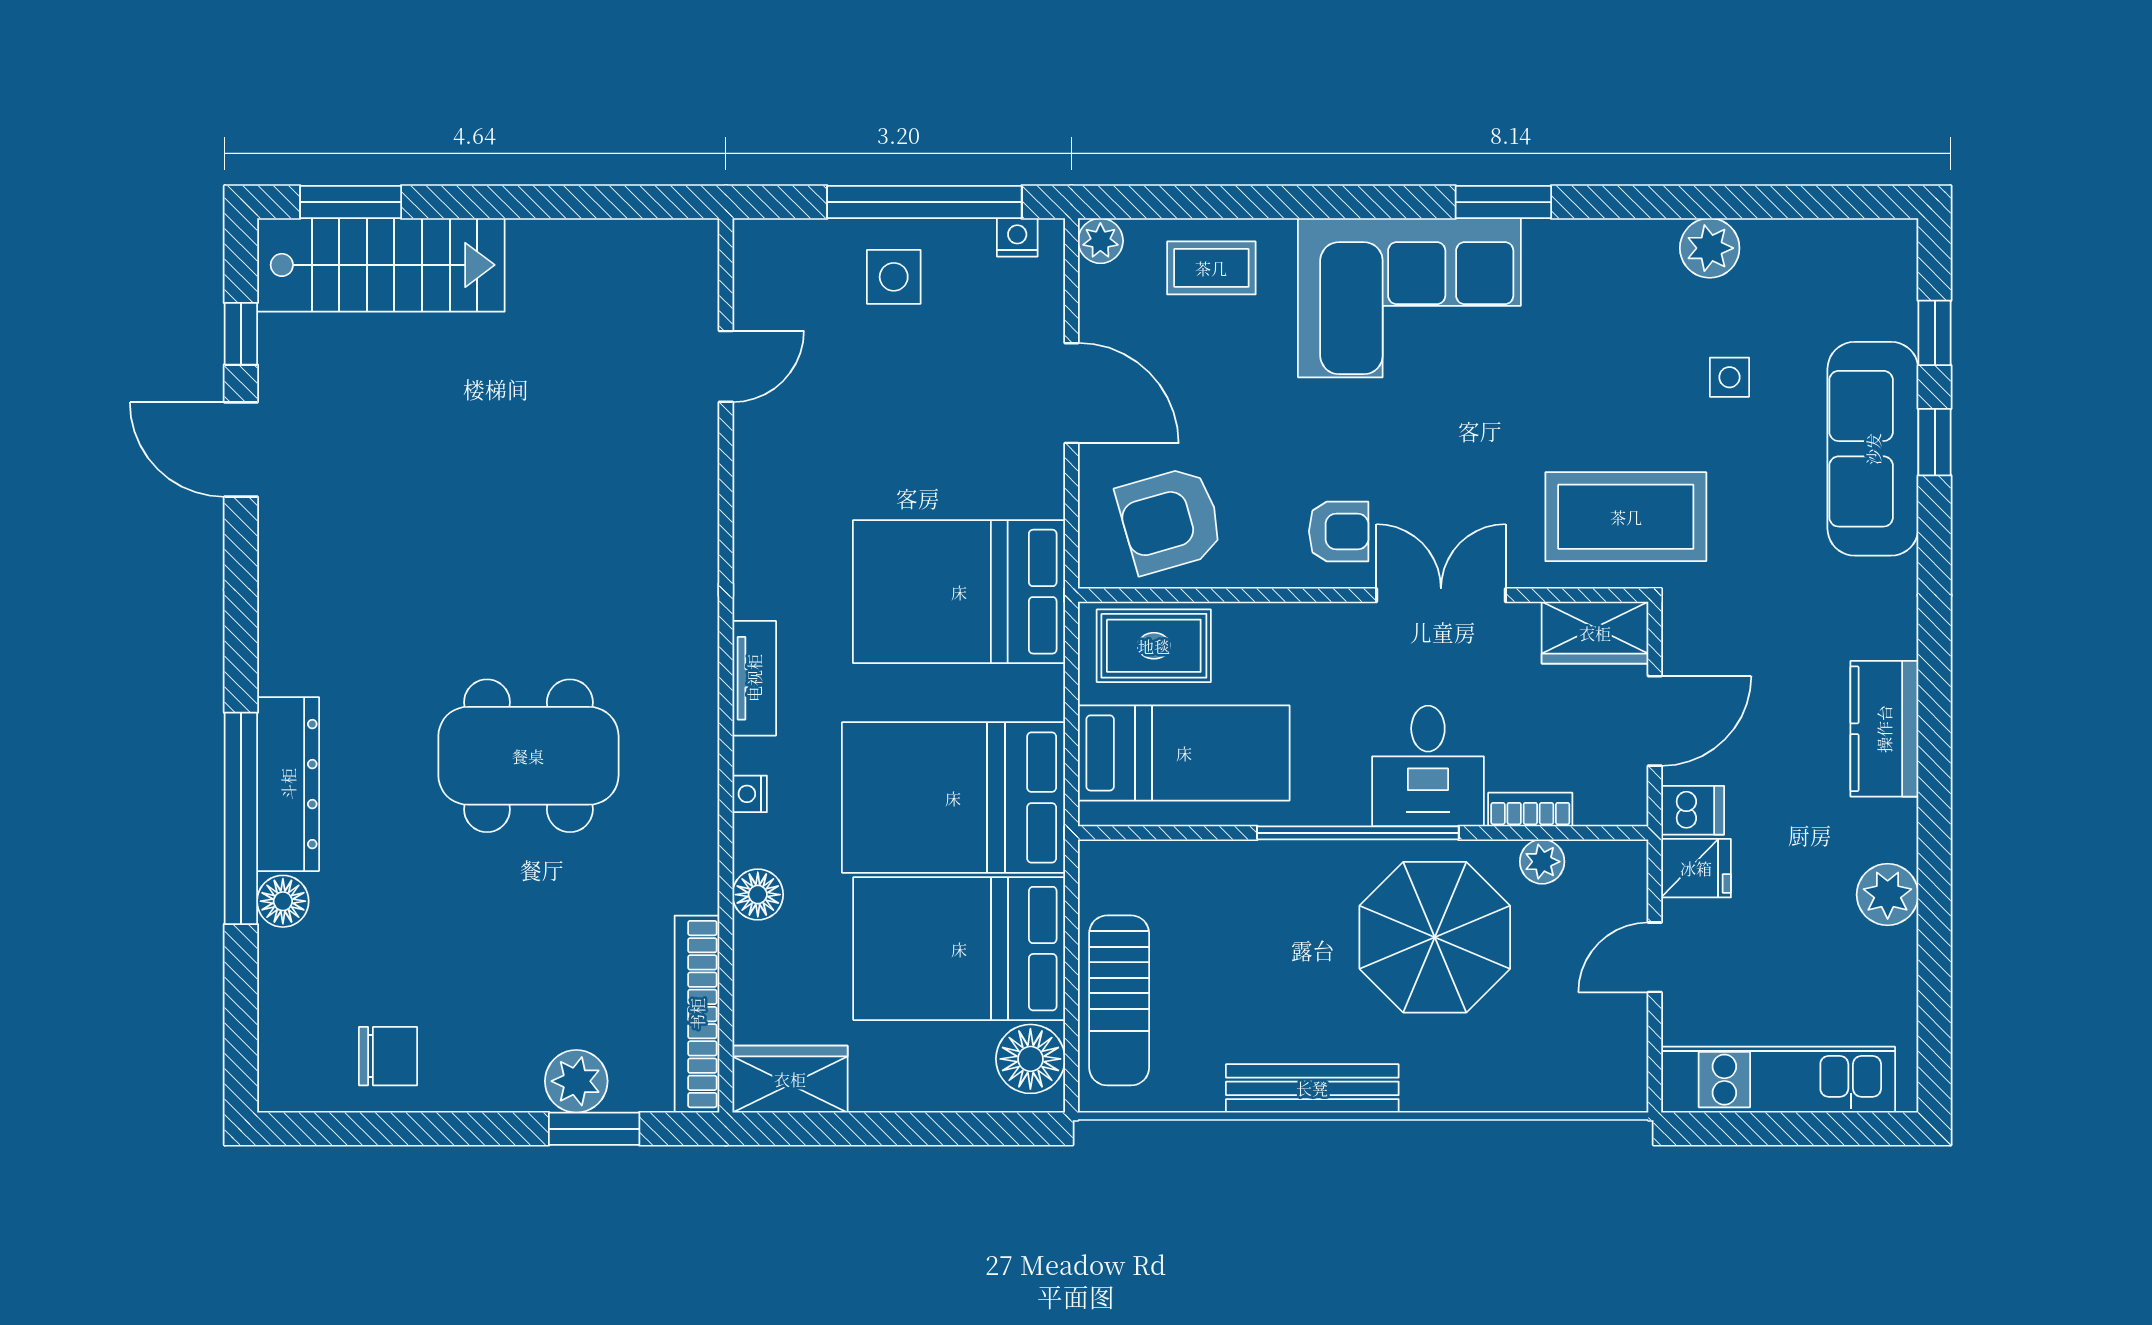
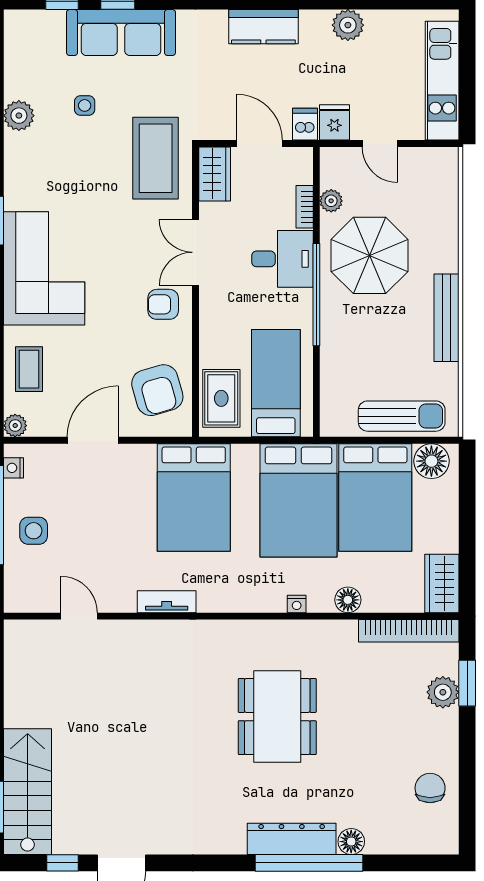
armchair: (1339, 531) -> (163, 304), turned -90
tv unit: (754, 678) -> (167, 602), moved

